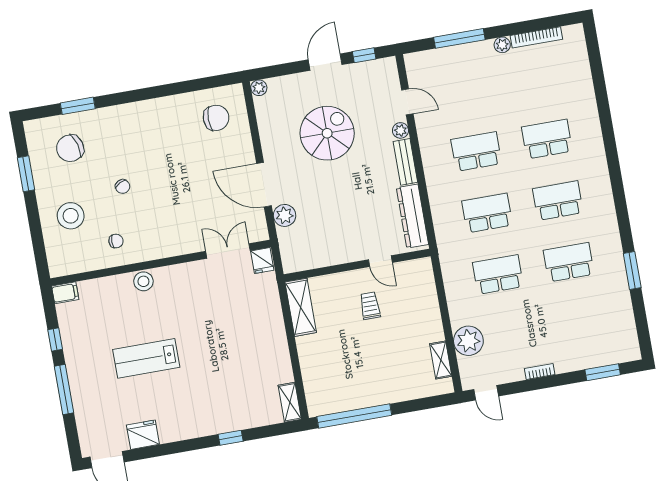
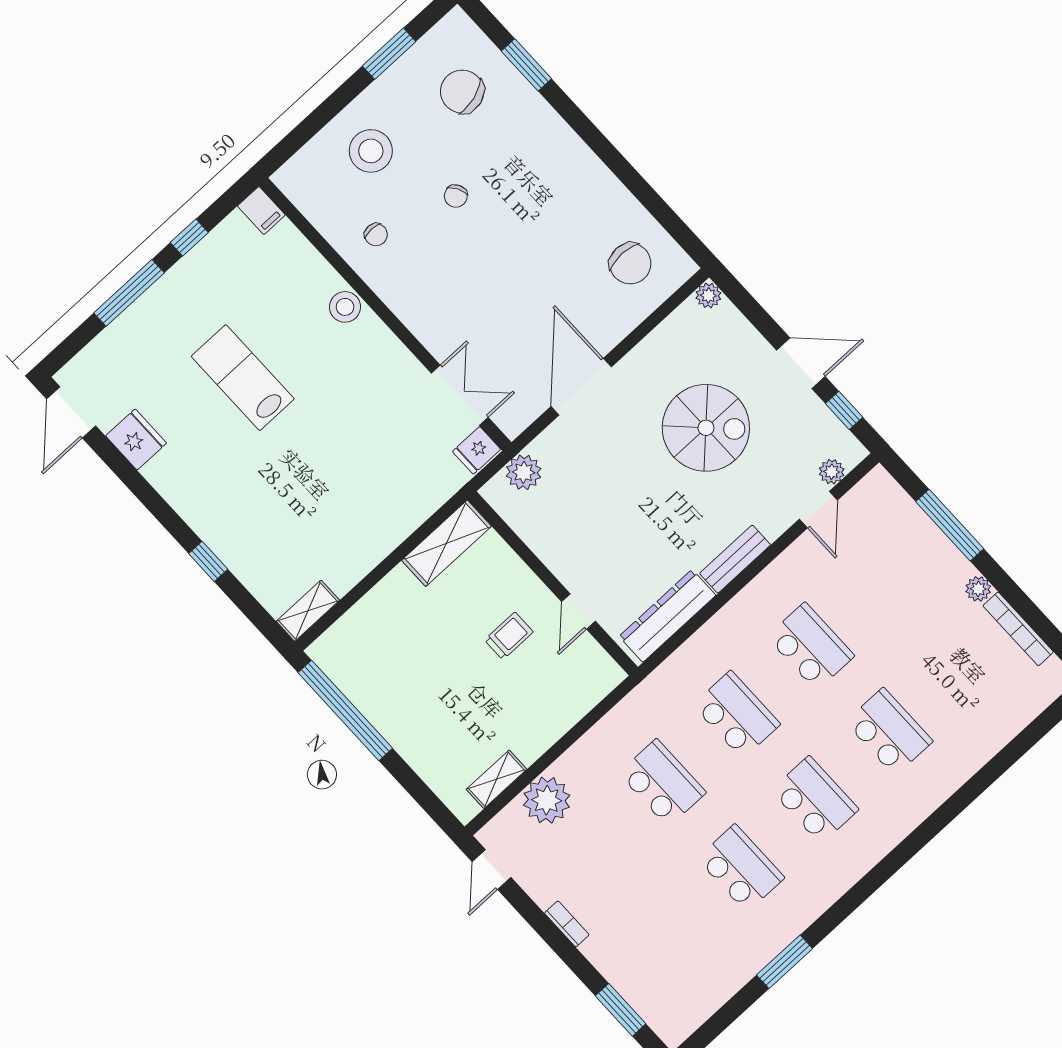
plant: (400, 130) -> (832, 472), moved
plant: (285, 215) -> (524, 472), moved

